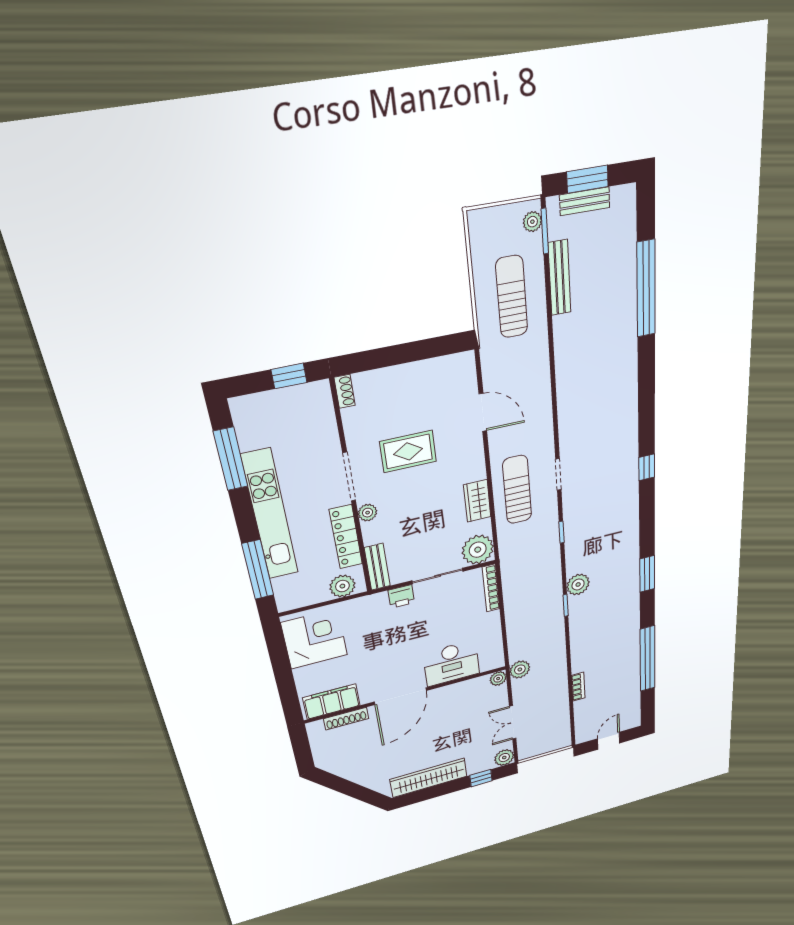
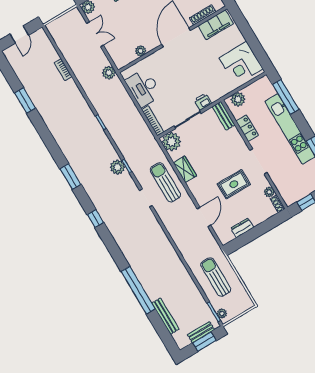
bench: (559, 278) -> (165, 316), moved
window: (646, 289) -> (138, 290), moved
sun lounger: (512, 297) -> (216, 277), turned 180
dresser: (426, 370) -> (242, 228), added
door: (483, 412) -> (204, 217), swing flipped
sun lounger: (517, 490) -> (165, 182), turned 180
plant: (368, 513) -> (269, 192), moved
locker: (346, 537) -> (247, 128), width x0.66
window: (647, 574) -> (70, 177), moved
plant: (578, 584) -> (118, 167), moved
window: (648, 659) -> (25, 100), width x0.47
desk: (451, 663) -> (143, 88), moved, turned -90
plant: (498, 679) -> (141, 51), moved

